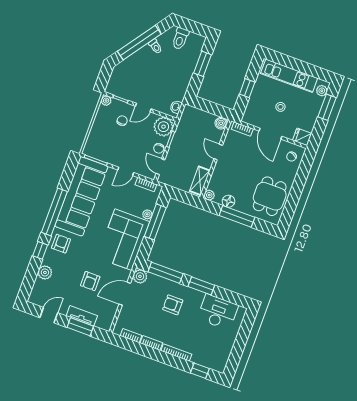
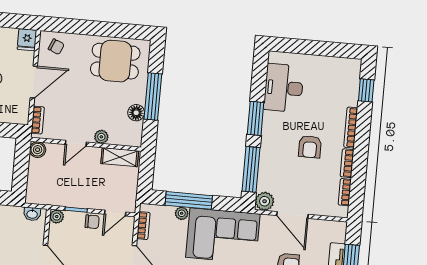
plant: (163, 127) -> (57, 217), width x0.53, depth x0.53
plant: (209, 195) -> (101, 137), moved
armchair: (173, 305) -> (310, 147), moved

